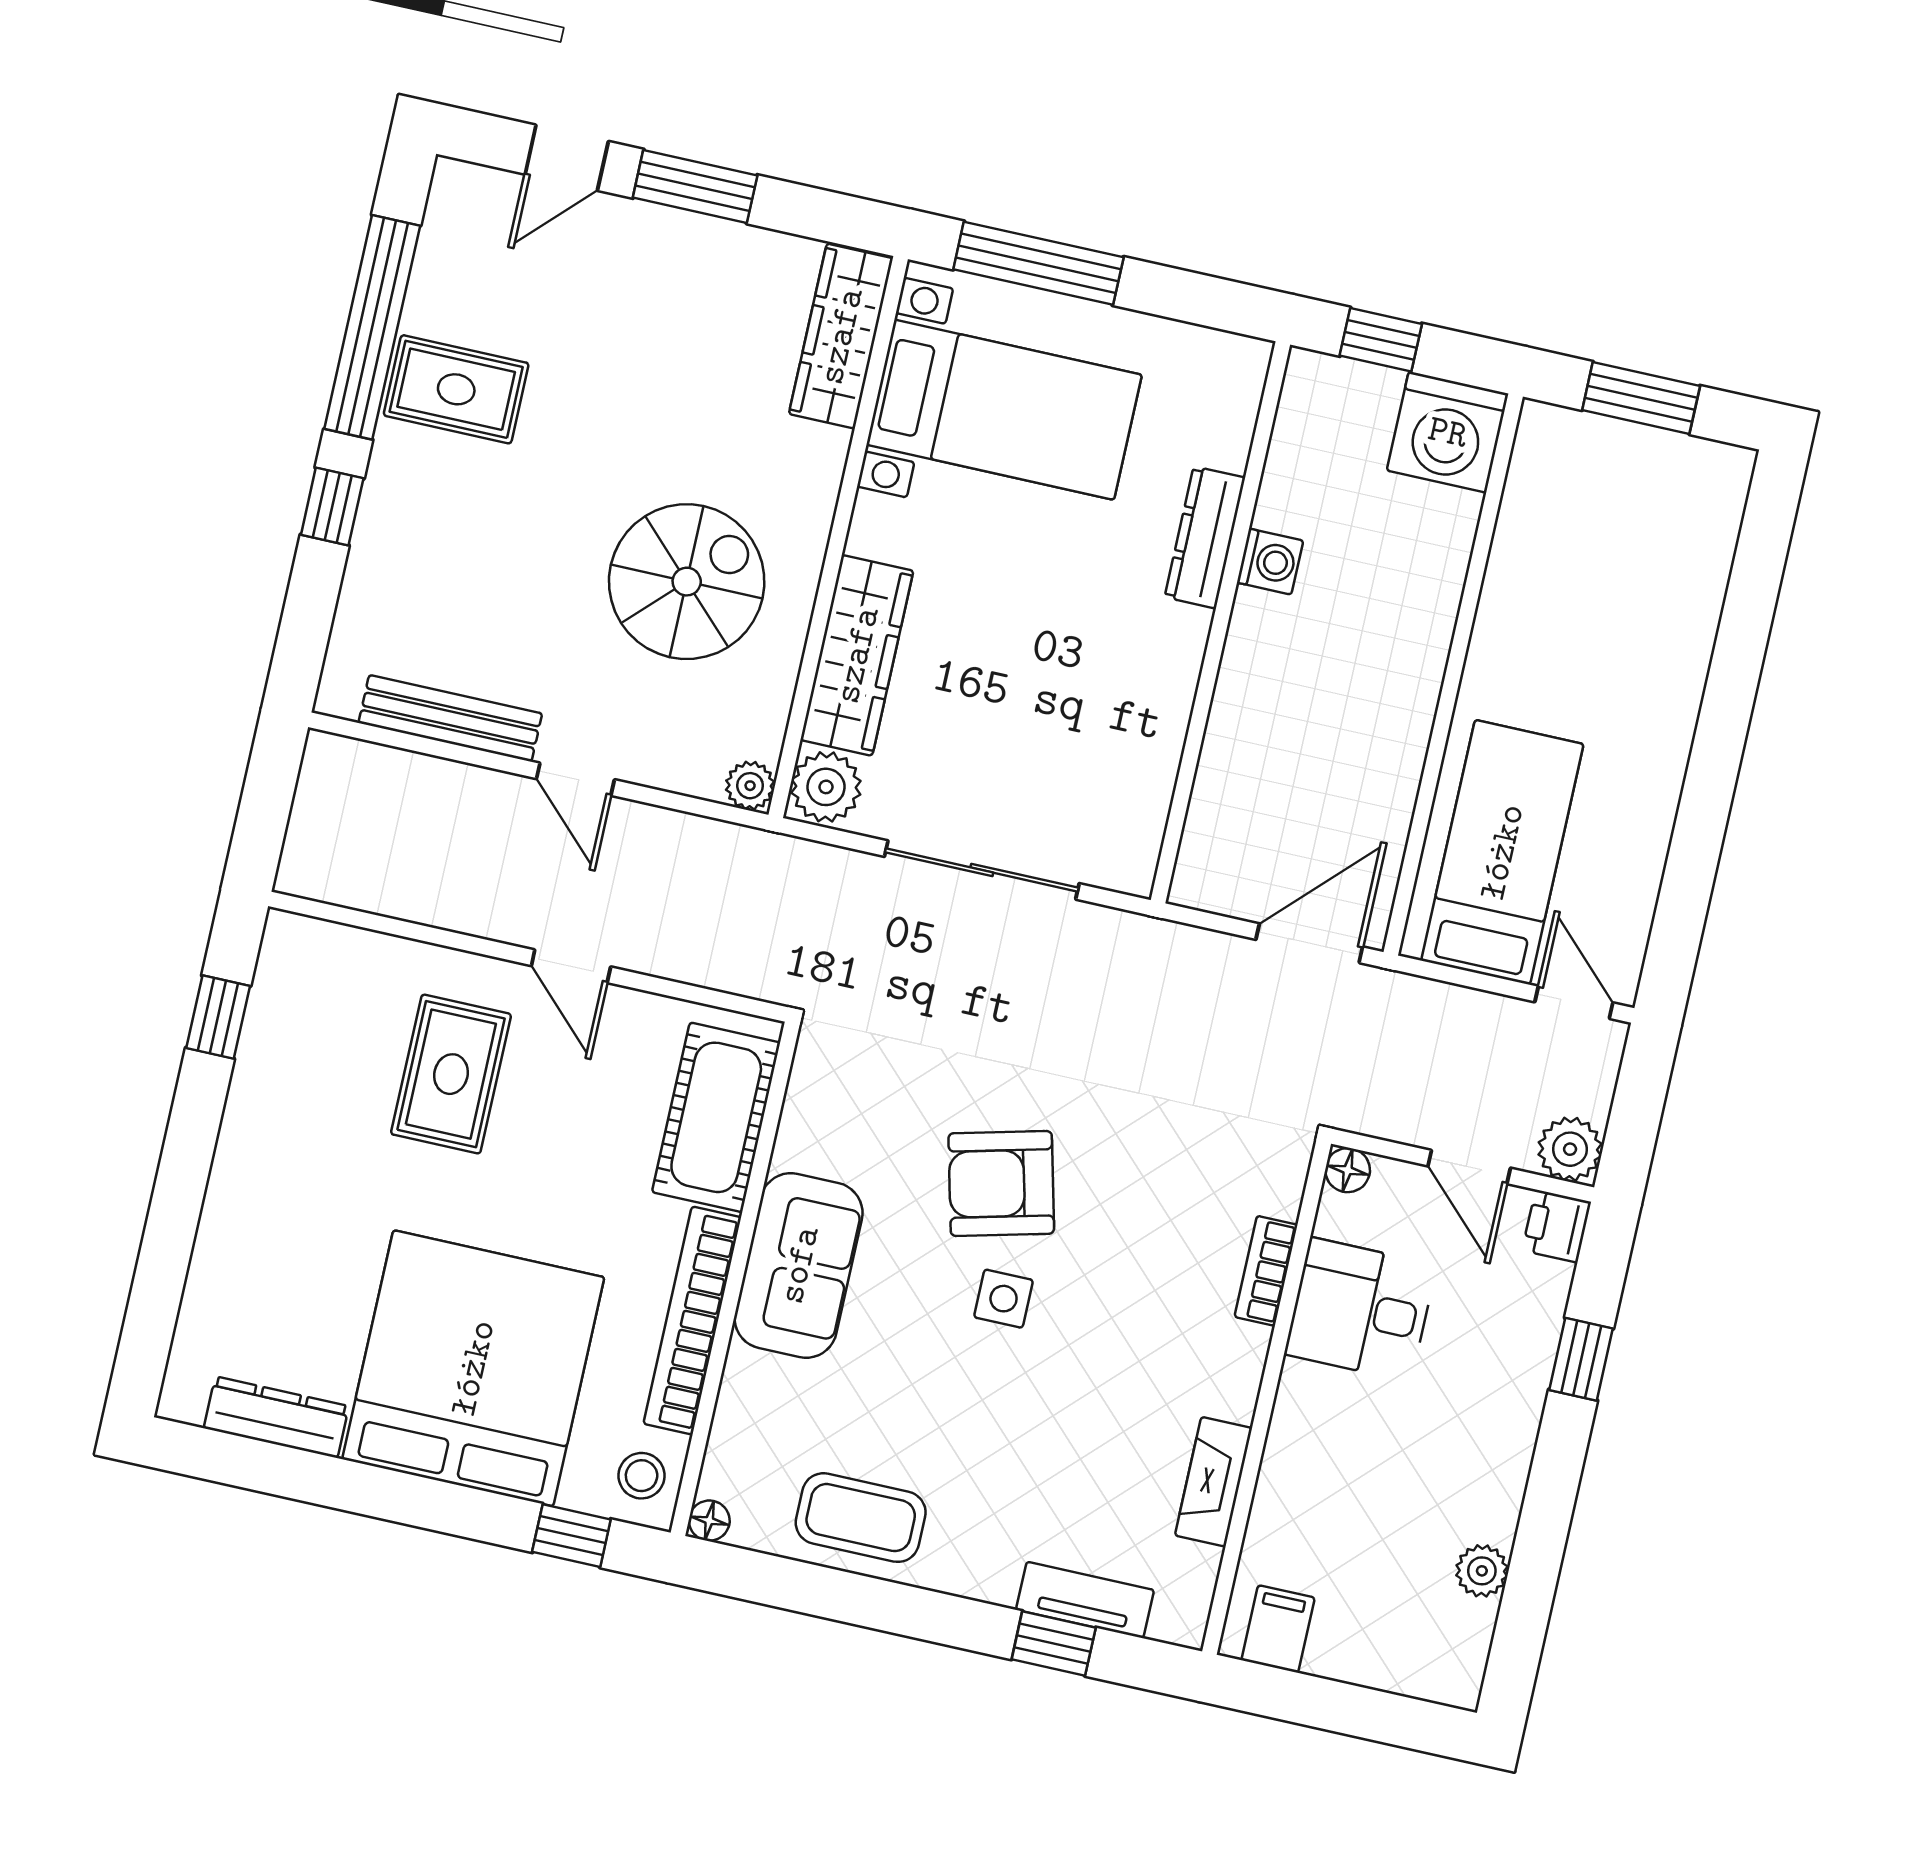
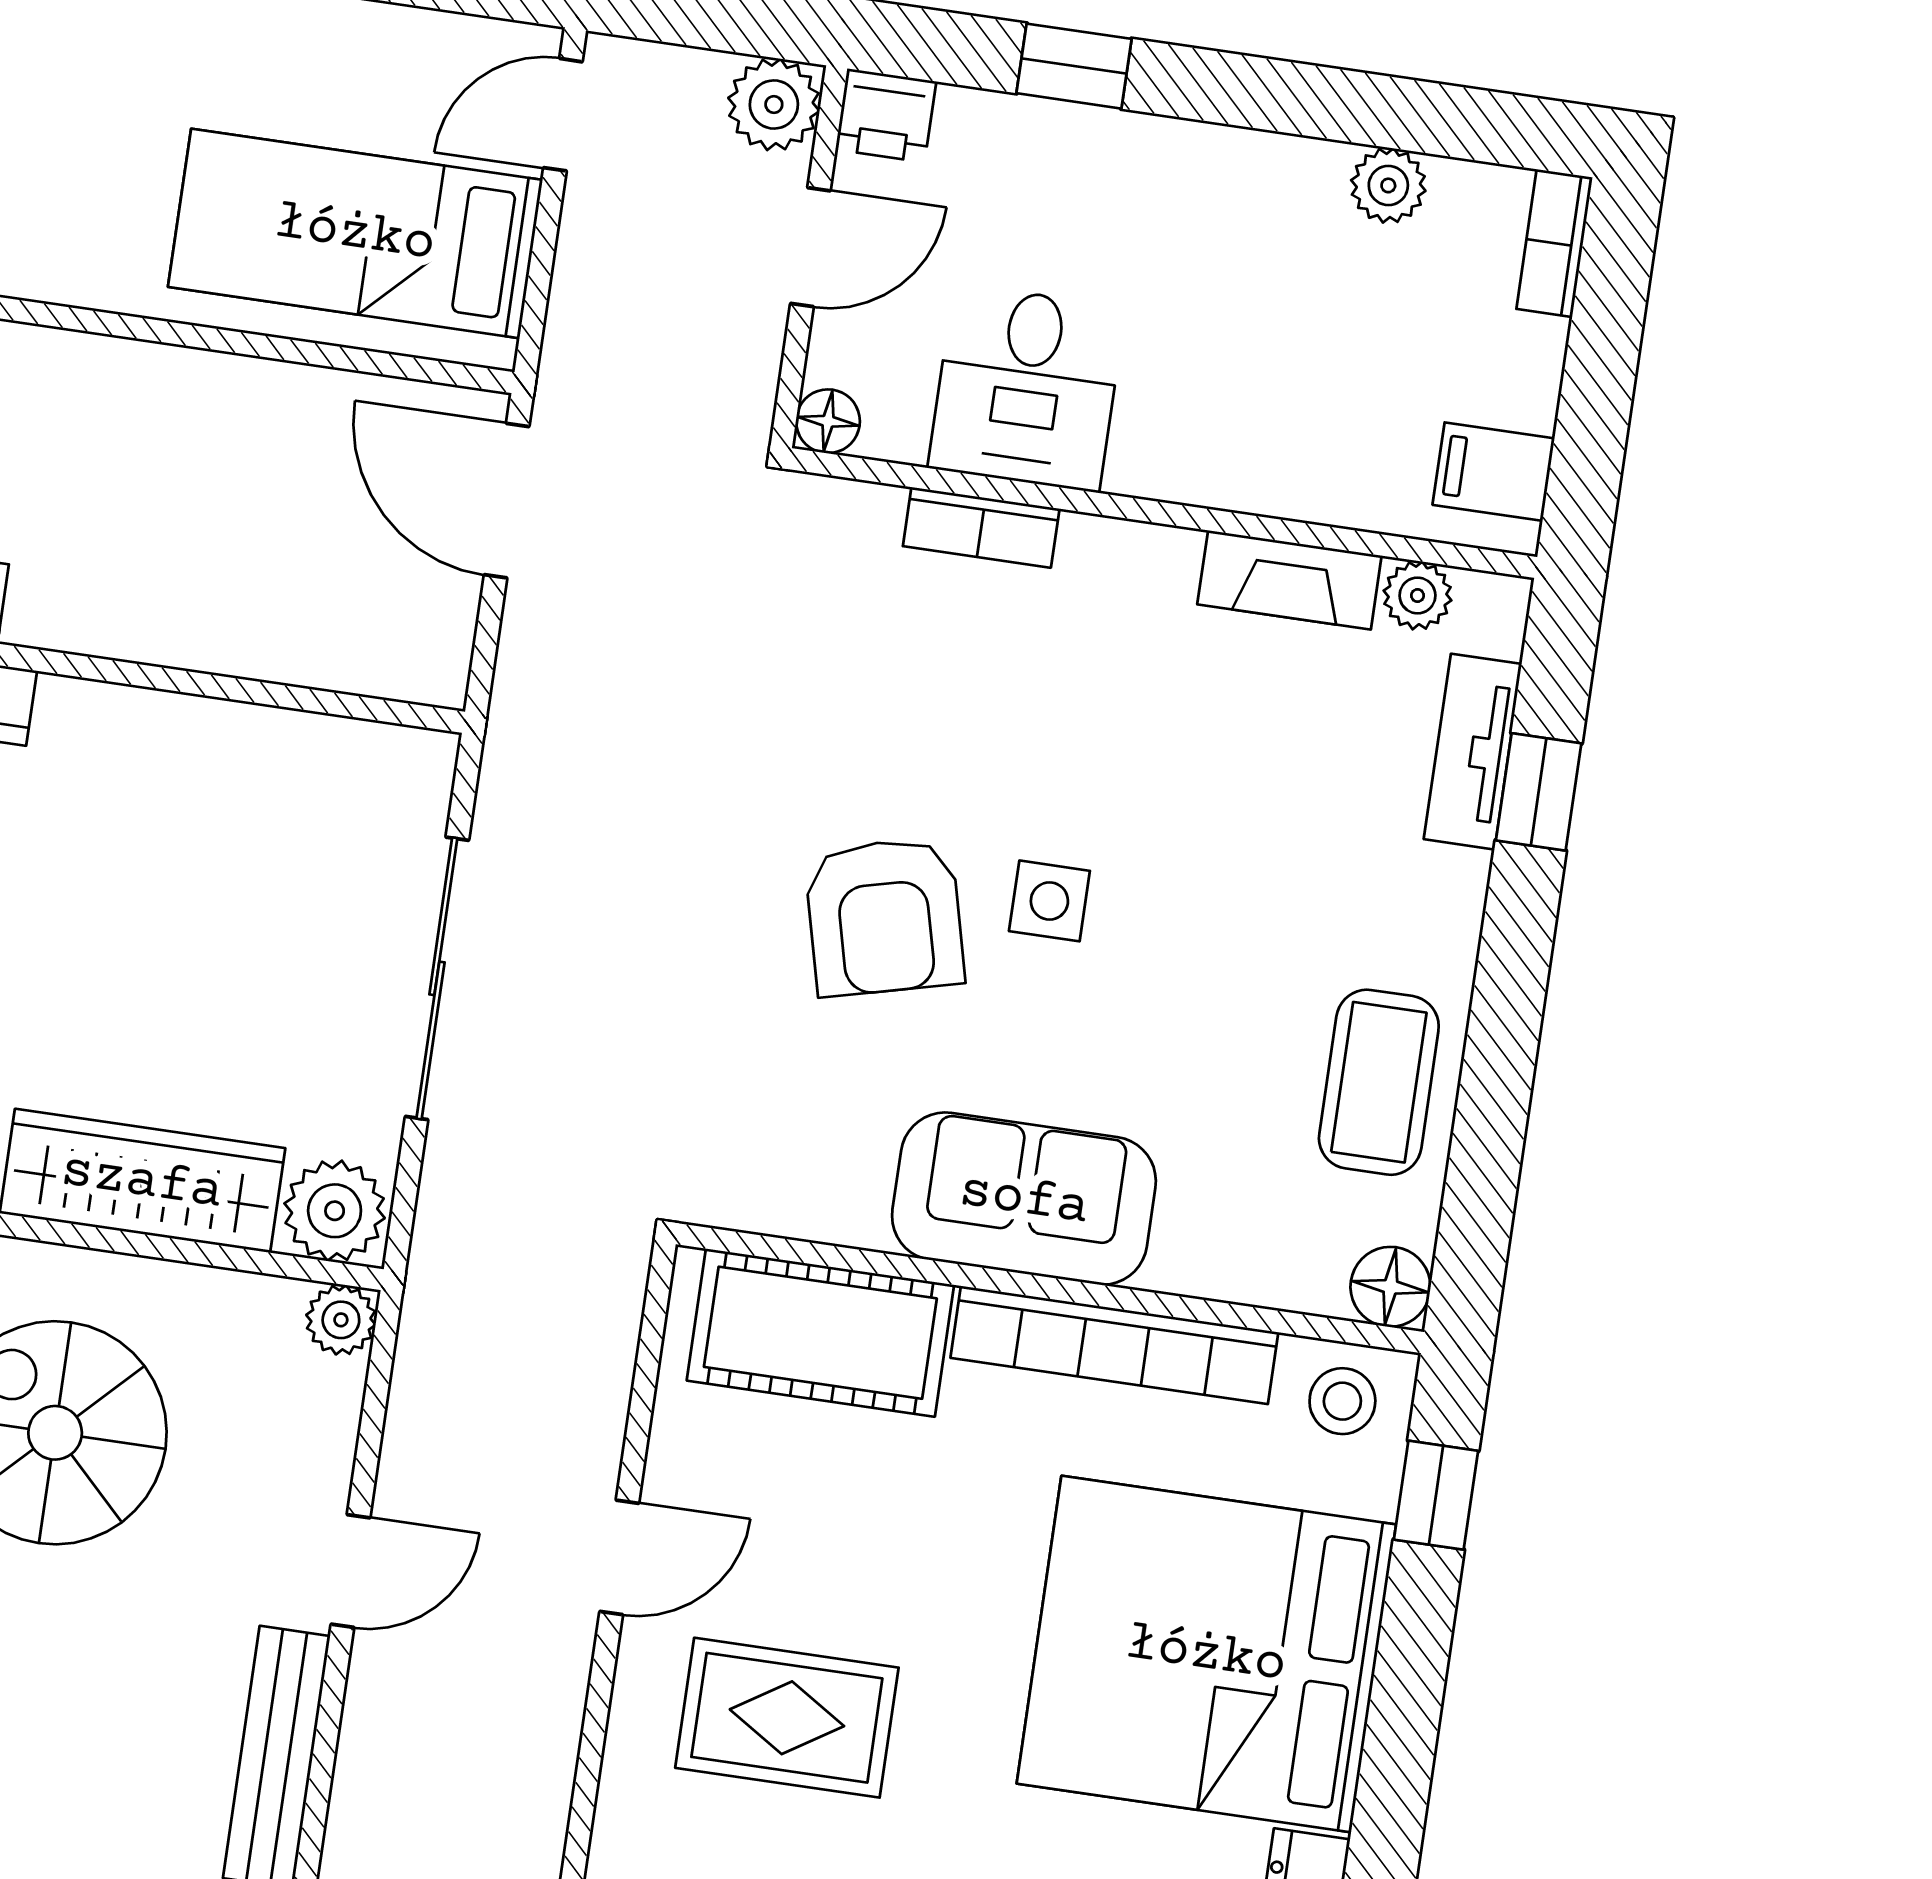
floor lamp: (709, 1521) -> (1390, 1287), width x1.37, depth x1.37
plant: (1196, 1570) -> (1418, 595), added
bookcase: (1433, 1683) -> (1555, 243), added

